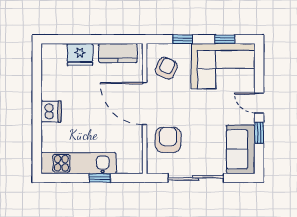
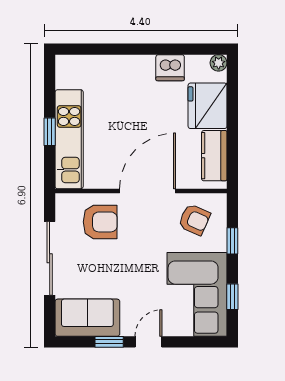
plant: (47, 50) -> (219, 63), added
fridge: (80, 54) -> (208, 106), width x1.36, depth x1.34
dishwasher: (51, 112) -> (170, 68), moved
kitchen unit: (79, 163) -> (69, 139), moved

